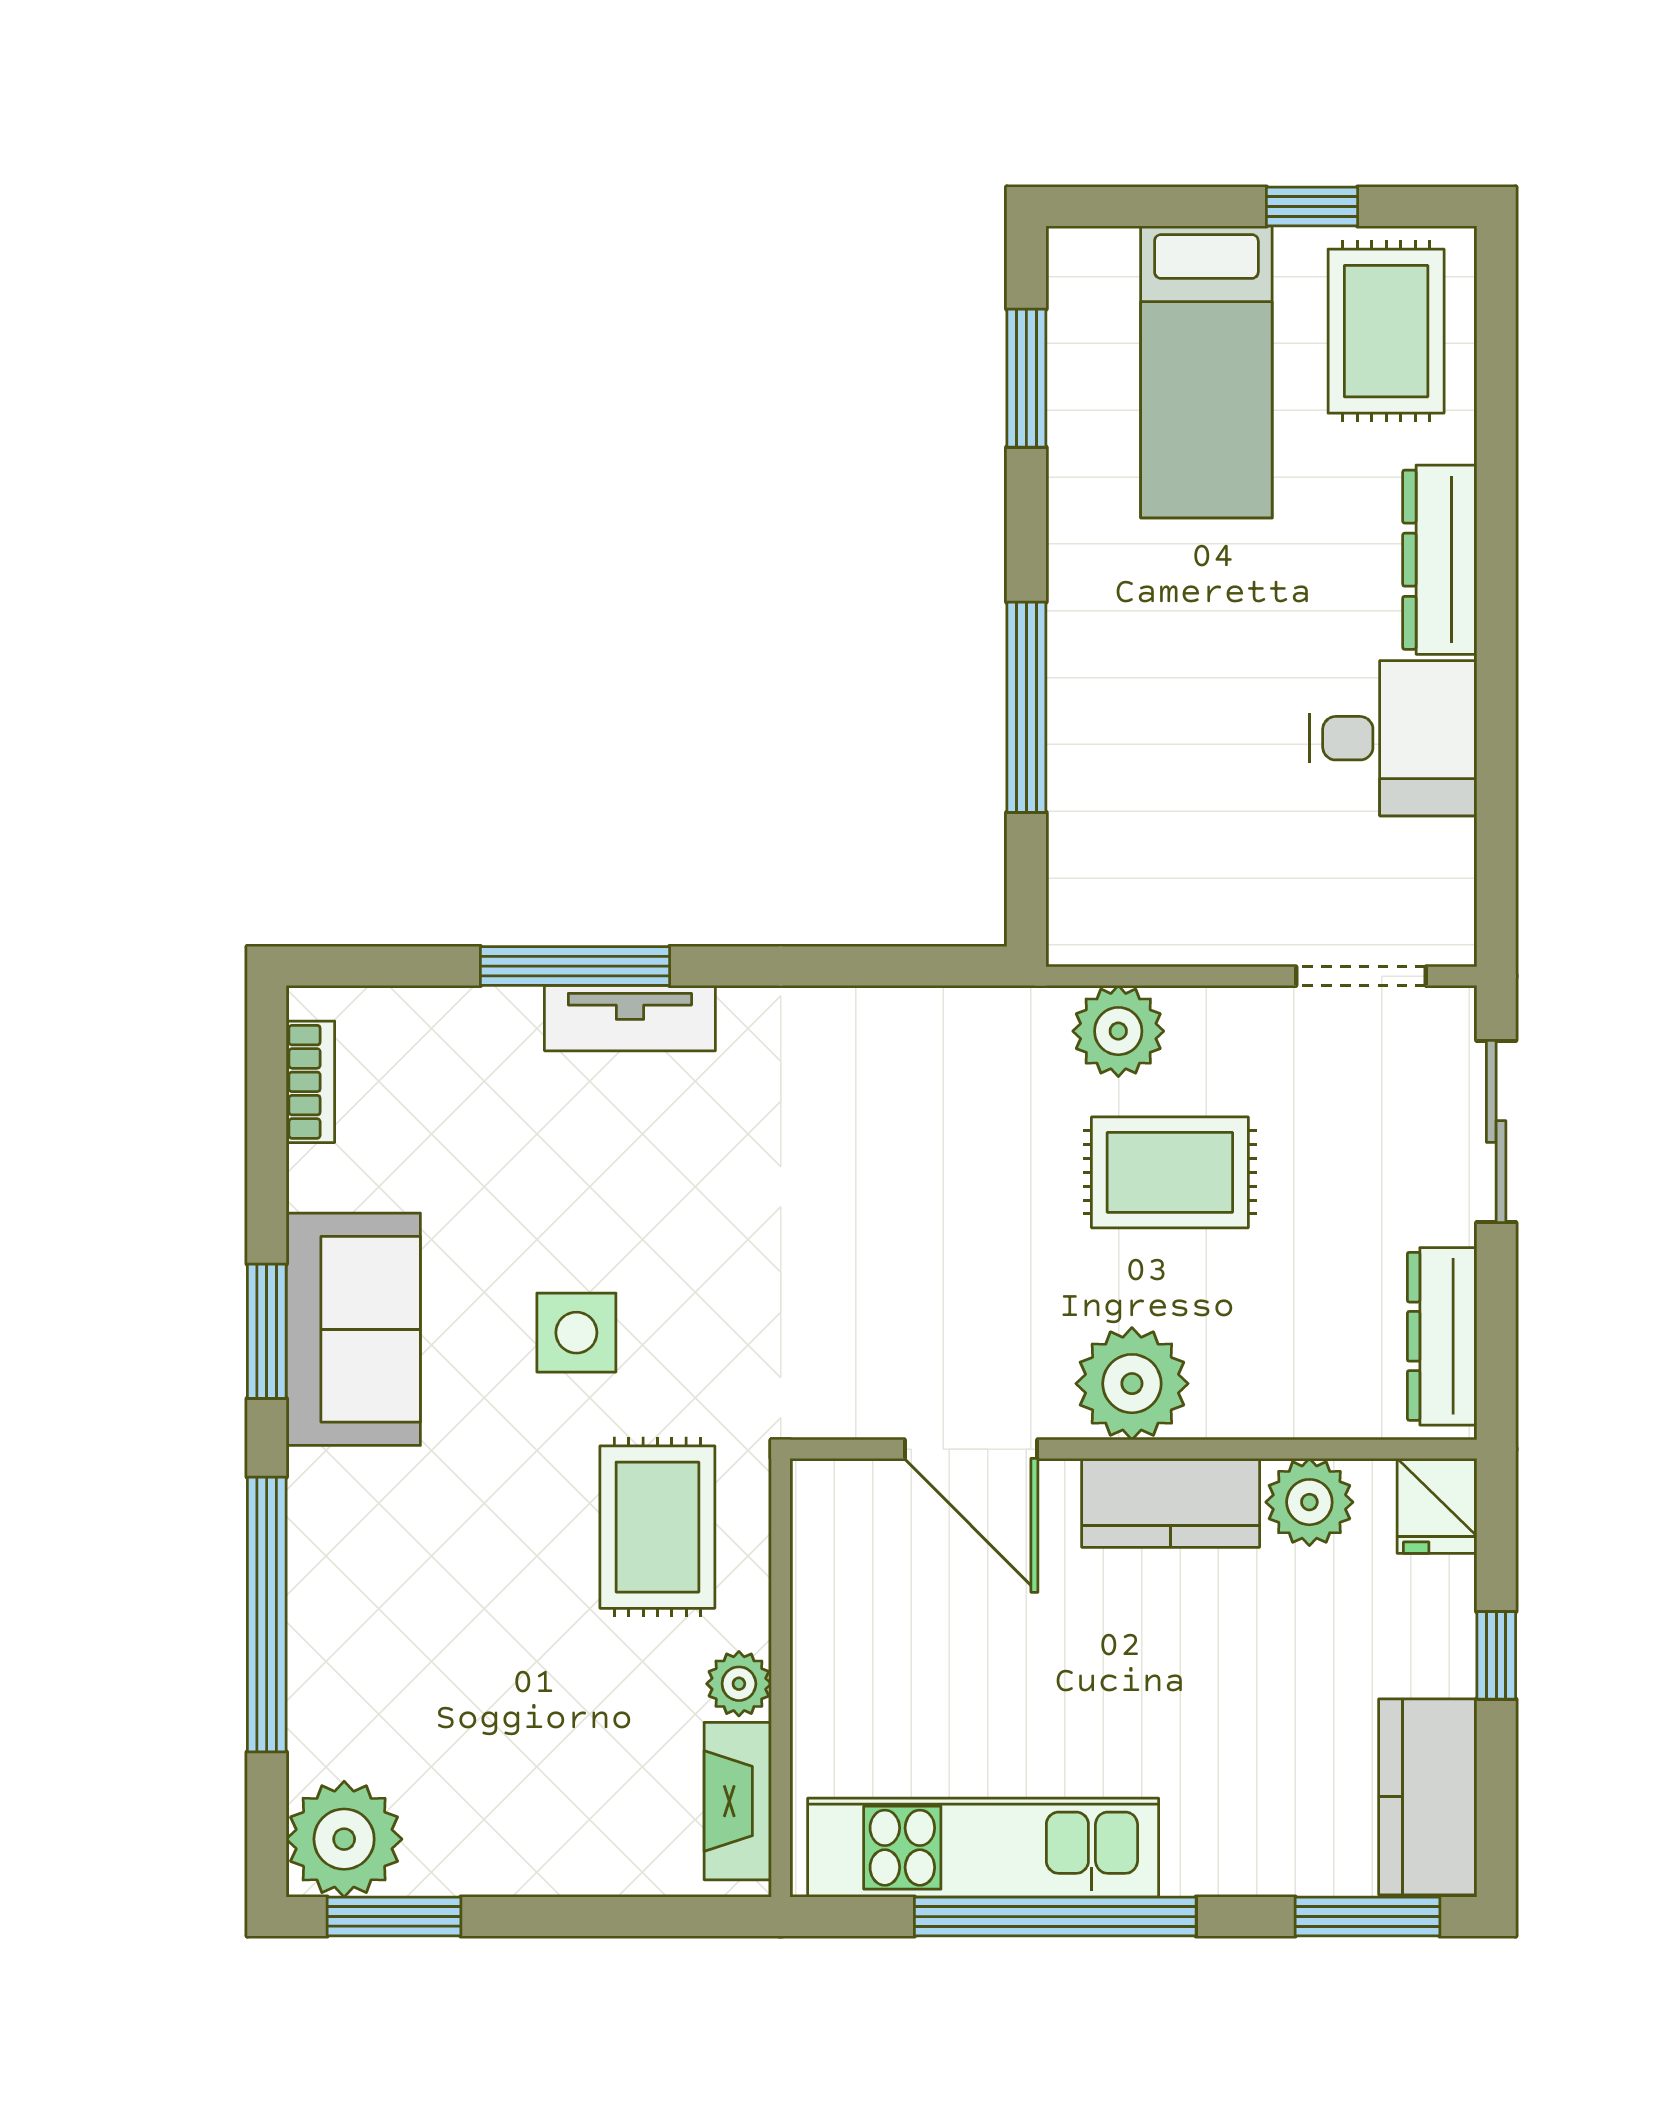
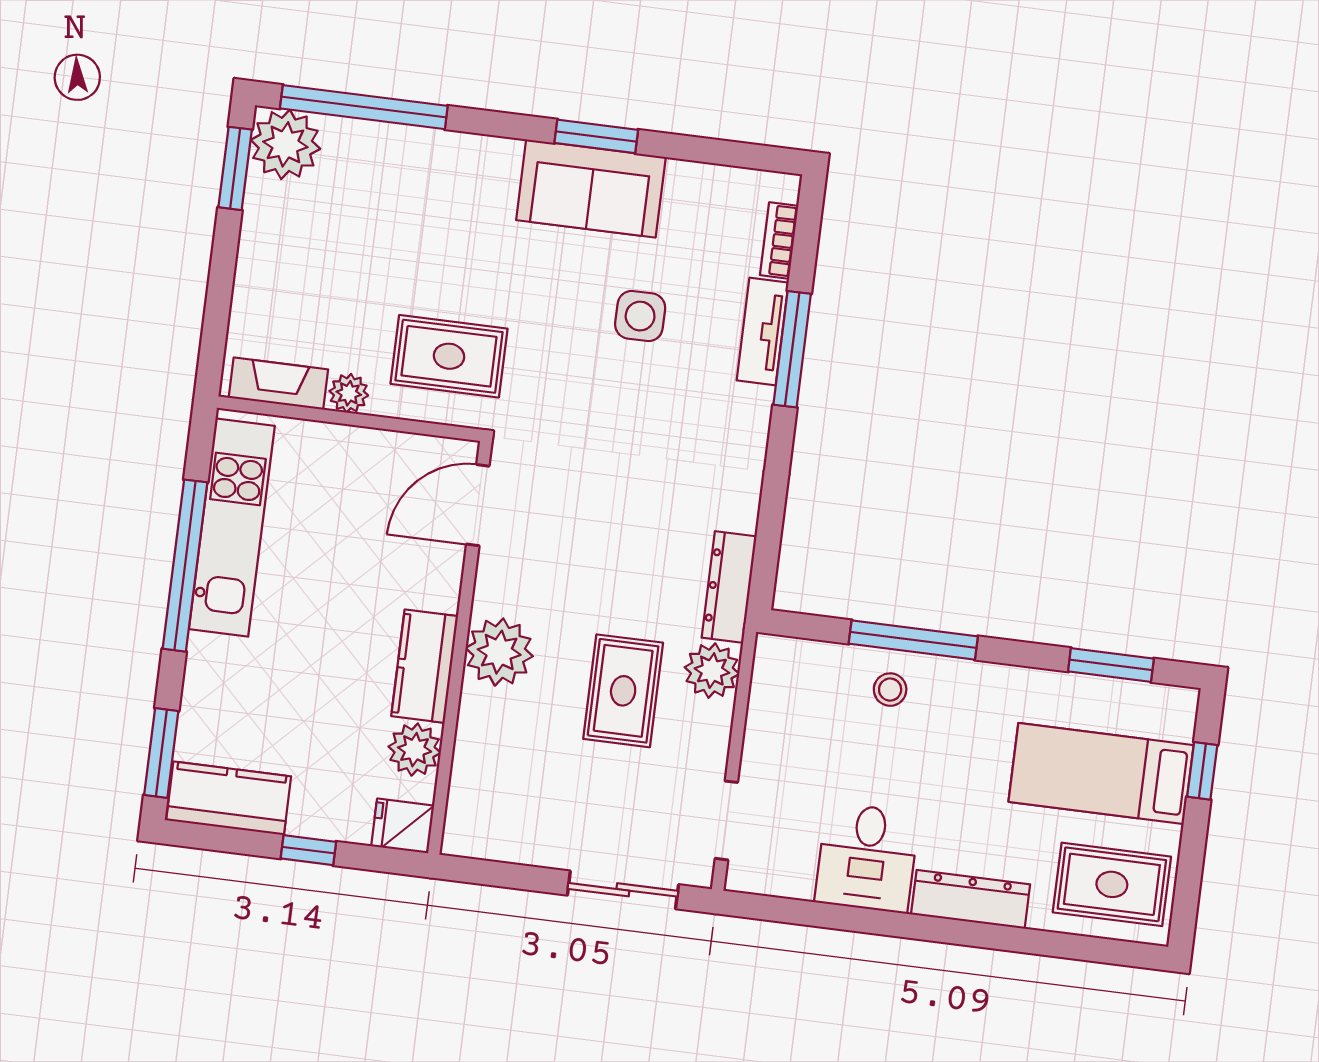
window: (1312, 206) -> (1202, 771), moved
stool: (1112, 735) -> (890, 690), added
tv unit: (630, 1018) -> (763, 331), moved
bookcase: (310, 1082) -> (779, 240), moved, turned 90
side table: (576, 1333) -> (640, 316), moved
dresser: (1442, 1336) -> (729, 587), moved, turned -90
door: (971, 1449) -> (478, 505), moved
window: (267, 1615) -> (364, 107), moved

